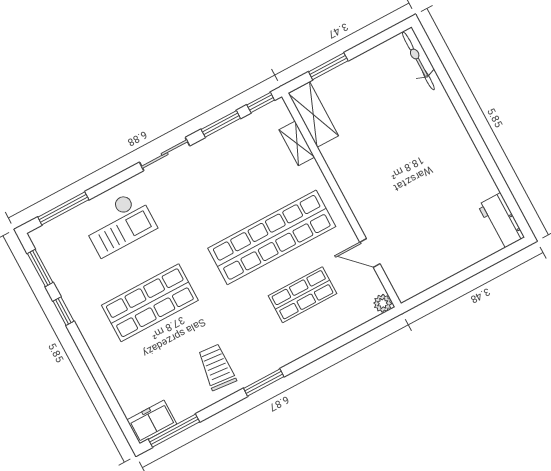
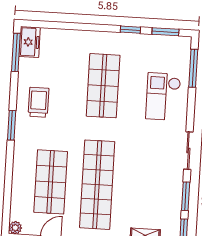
shop shelf: (303, 295) -> (51, 182), width x1.43, depth x1.36
trolley: (217, 367) -> (39, 102), turned -95

